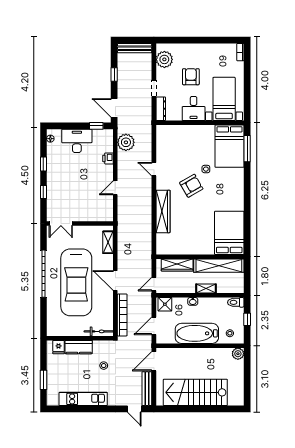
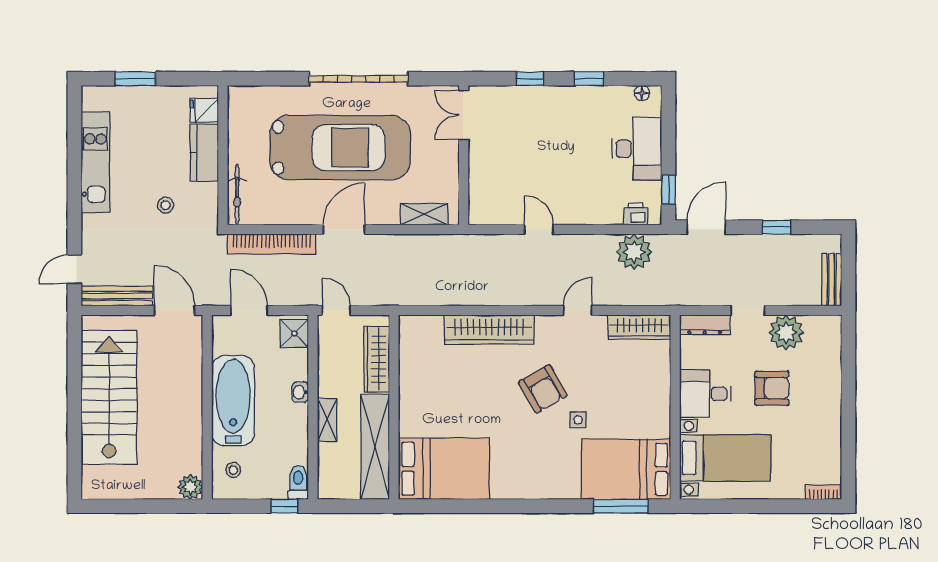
bench: (135, 48) -> (832, 280), width x0.73
plant: (164, 59) -> (786, 333), moved
wardrobe: (162, 140) -> (639, 327), added
printer: (108, 158) -> (636, 214), moved
car: (76, 282) -> (340, 148), turned 180
window: (247, 319) -> (284, 506), moved

